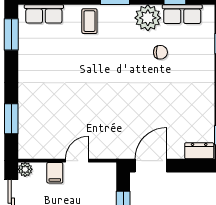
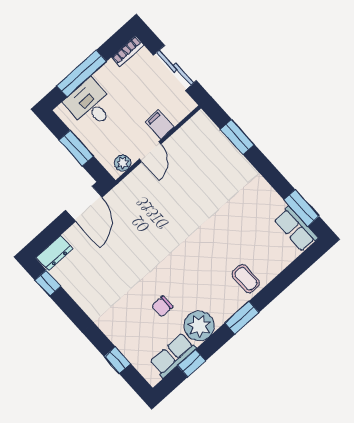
row of seats: (44, 14) -> (296, 229), moved, turned -90
plant: (25, 169) -> (123, 163), moved

